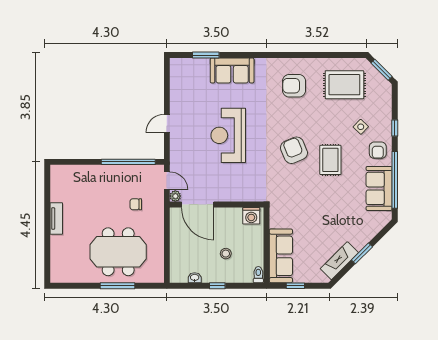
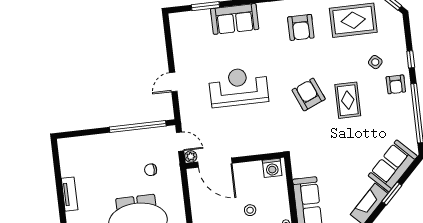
armchair: (294, 86) -> (301, 27), turned -90
reception desk: (228, 135) -> (238, 87), turned 90
sofa: (379, 188) -> (393, 166), moved, turned 45

